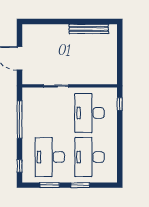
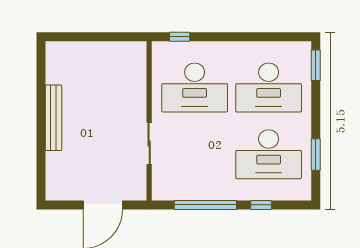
bench: (89, 29) -> (53, 118), moved
window: (20, 166) -> (261, 205), moved
window: (80, 185) -> (316, 65), moved

